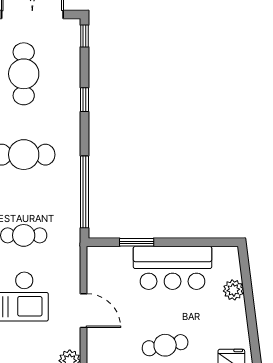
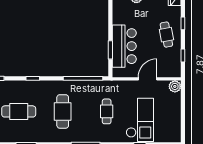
bar counter: (173, 268) -> (124, 46), moved

